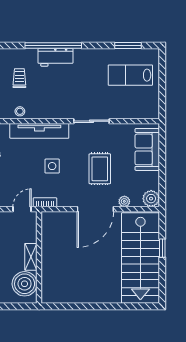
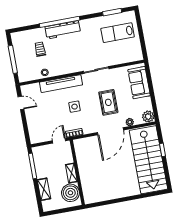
workbench: (55, 57) -> (63, 30), width x1.38

